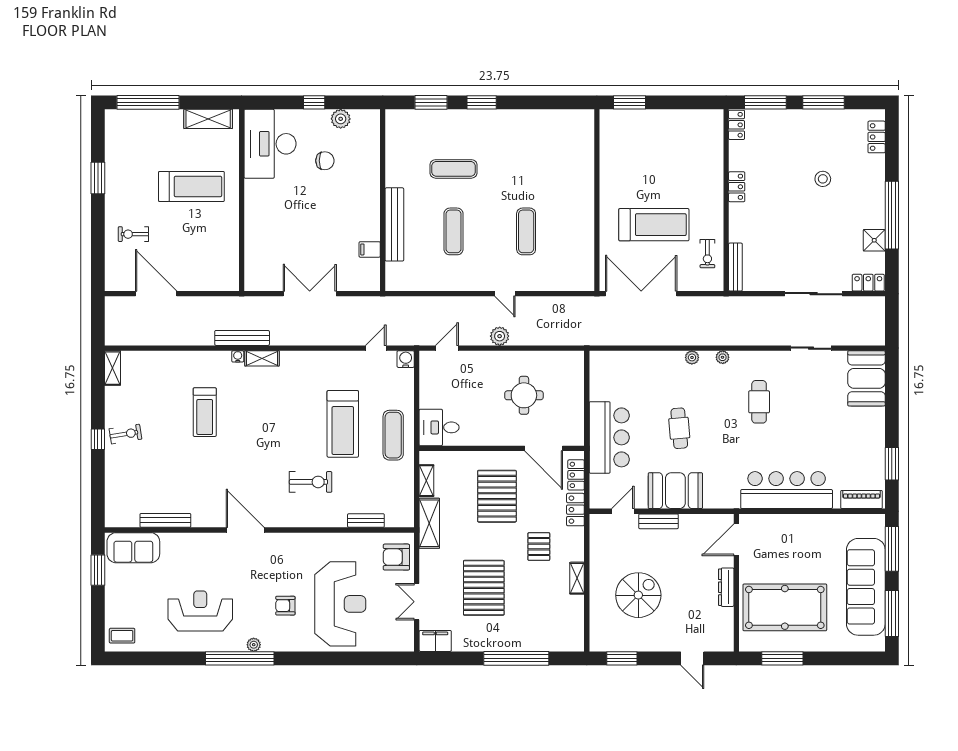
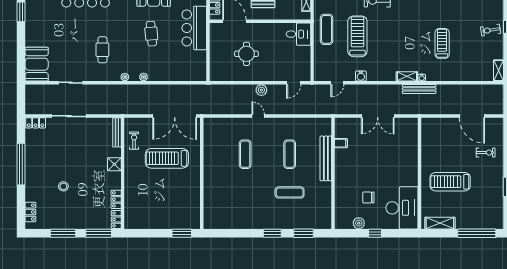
locker: (737, 187) -> (116, 199), moved
shower: (874, 240) -> (114, 164), moved
water cooler: (406, 359) -> (361, 76), moved

